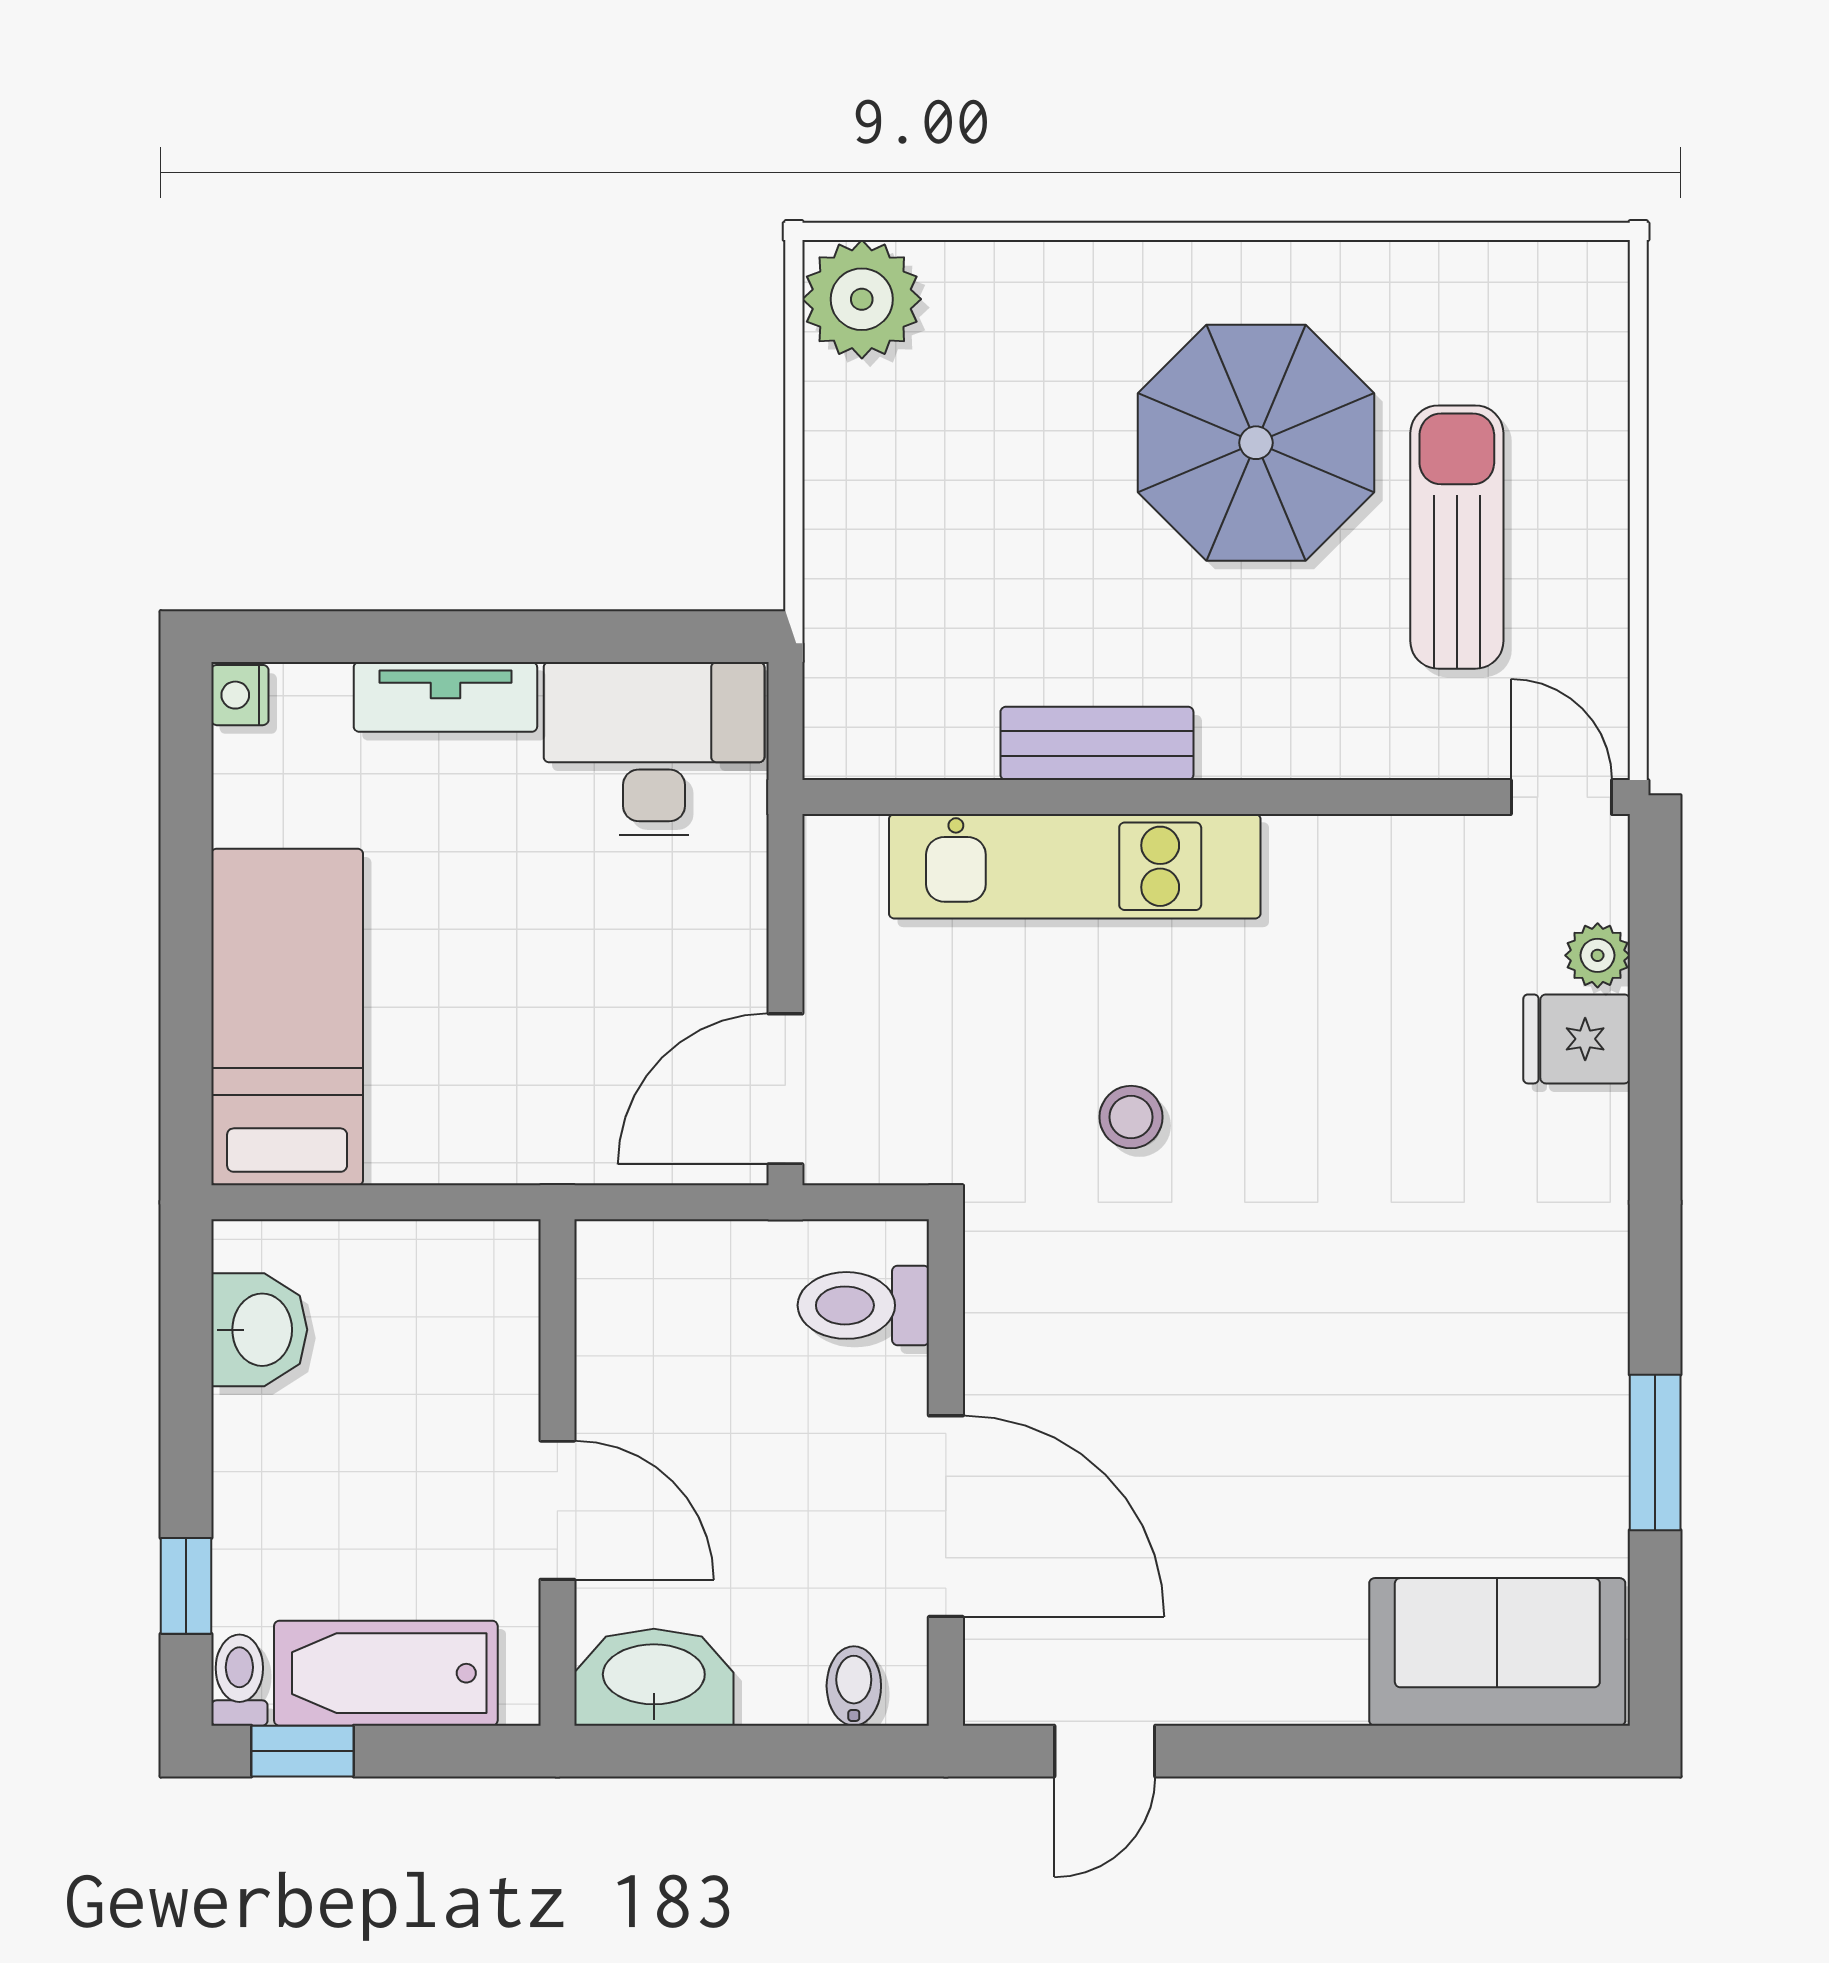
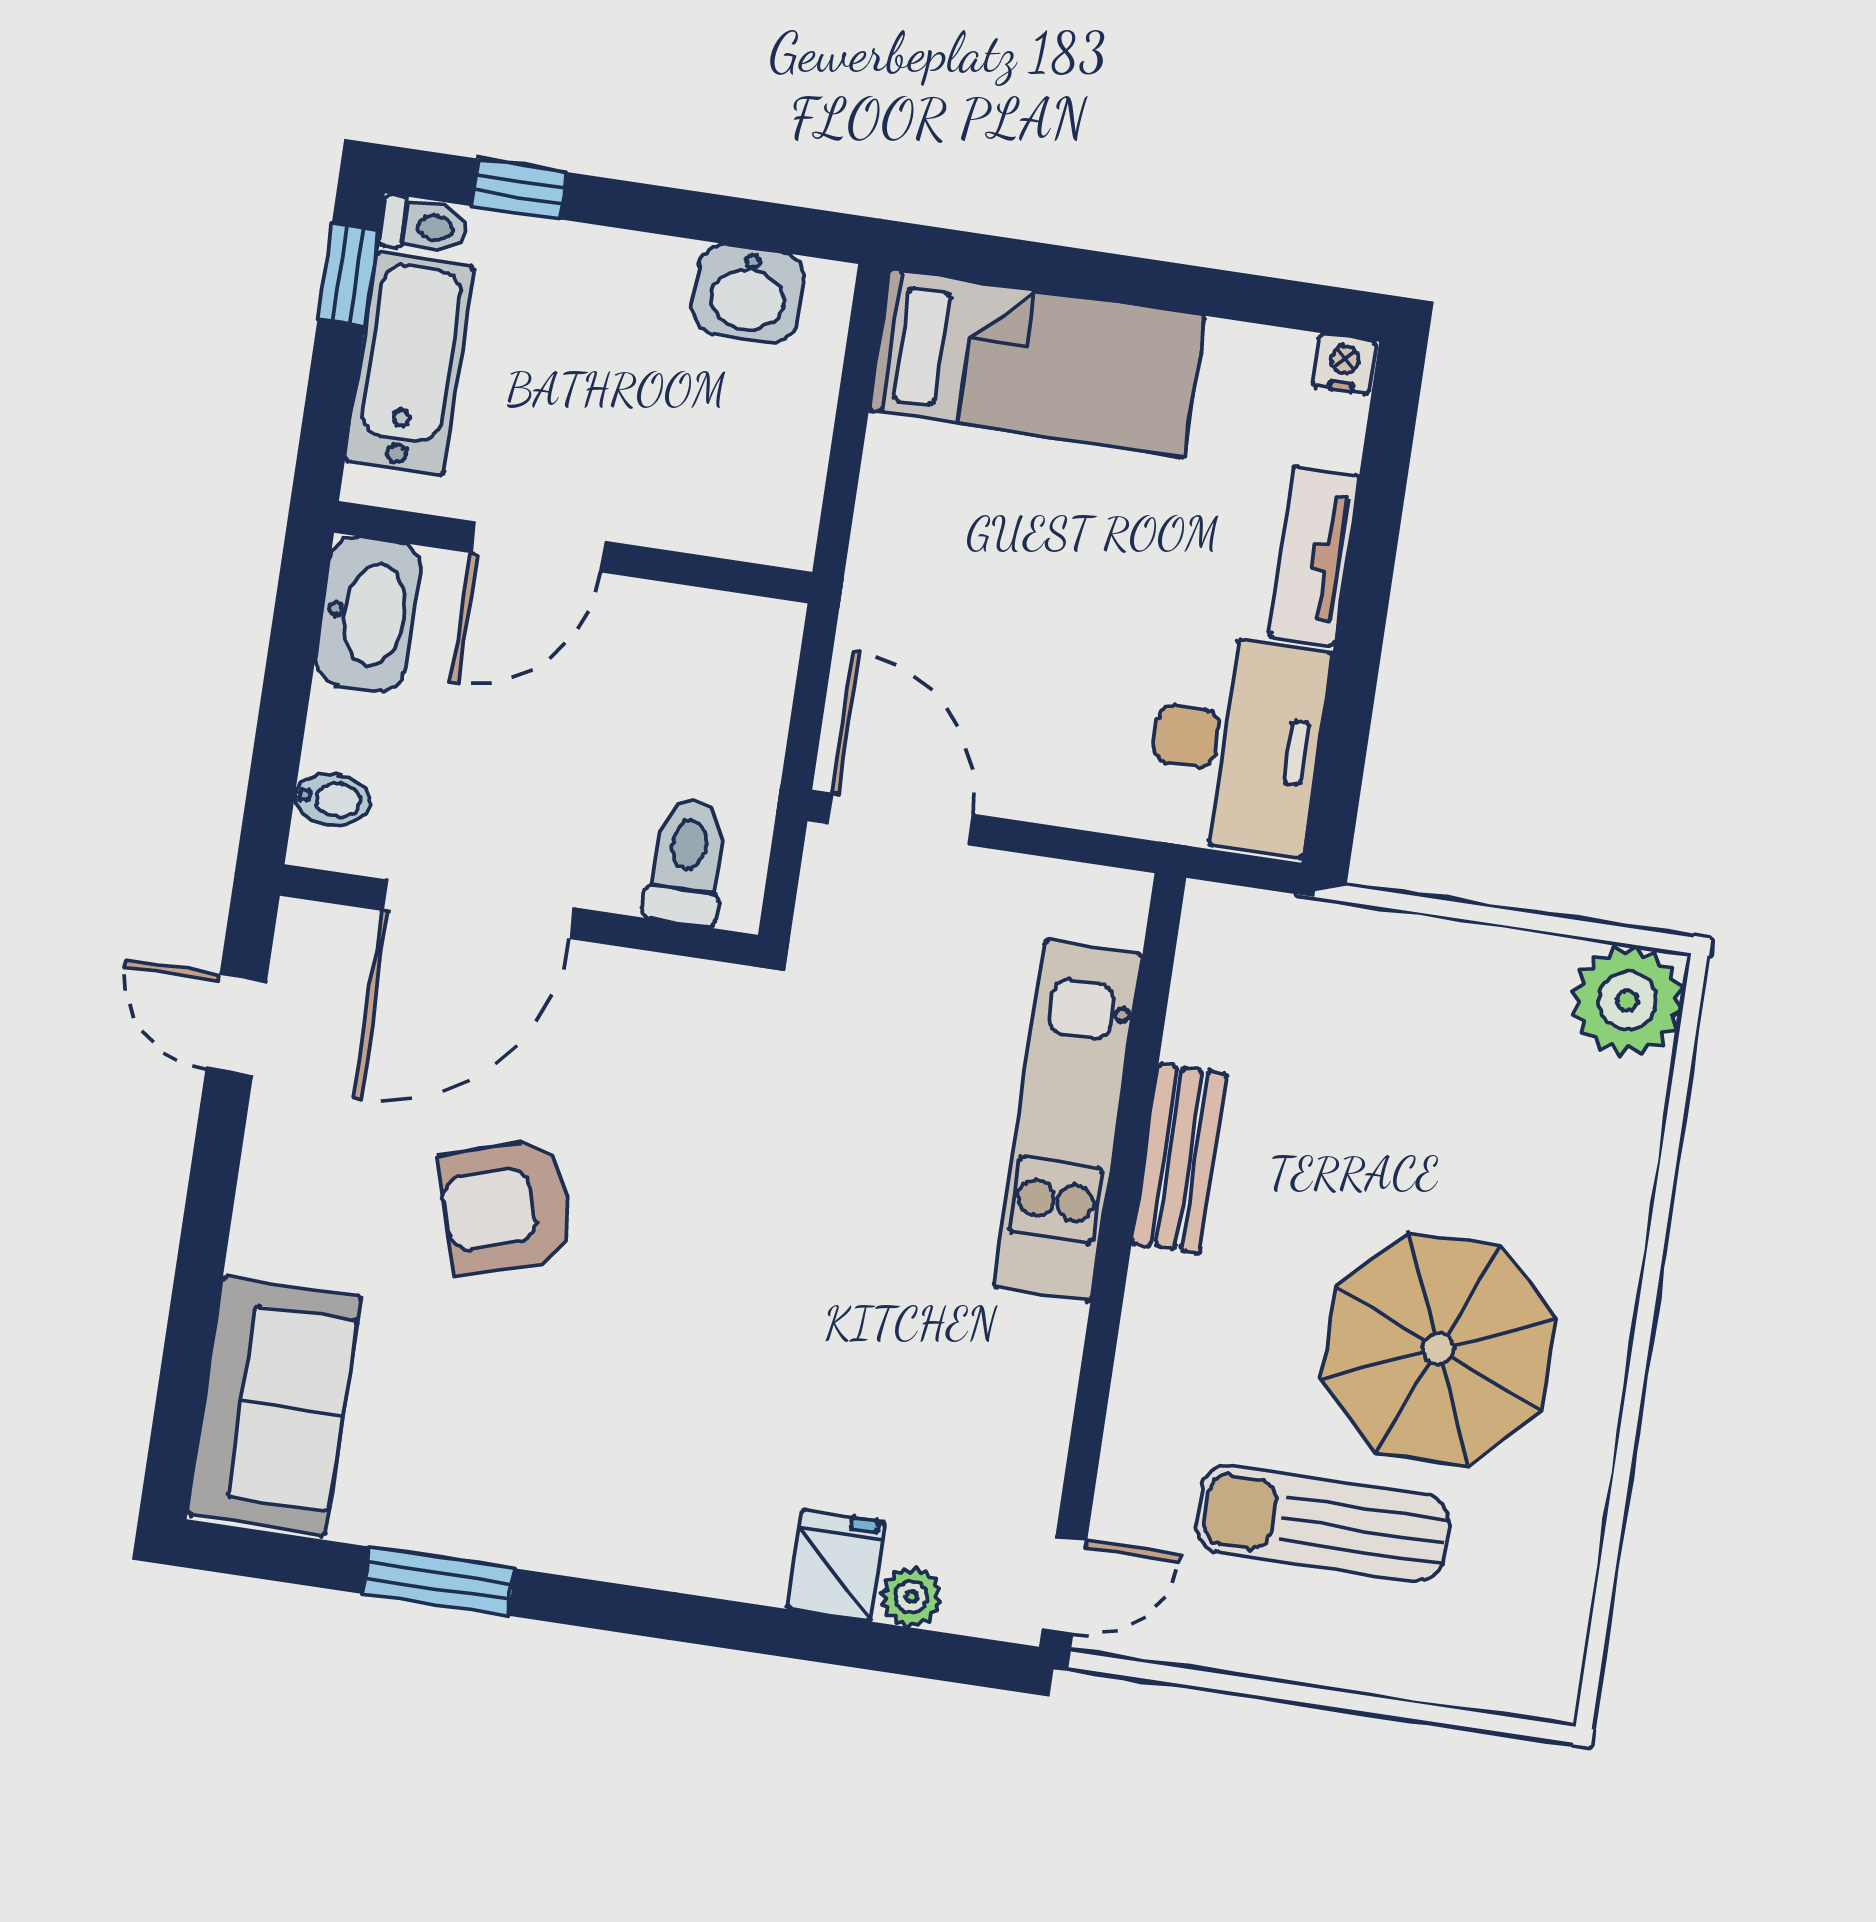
sun lounger: (1457, 537) -> (1322, 1524), turned 180
stool: (1131, 1117) -> (825, 1138), removed
armchair: (1253, 1440) -> (507, 1207), added

